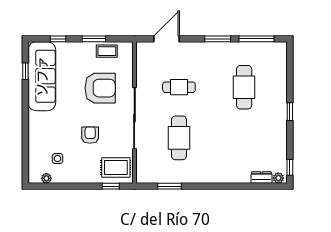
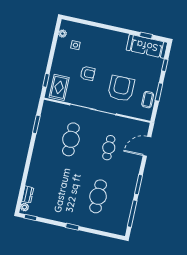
door: (166, 39) -> (147, 146), swing flipped
sofa: (42, 76) -> (147, 46), width x0.74, depth x0.79
cafe table: (244, 87) -> (98, 196), turned 90
armchair: (100, 88) -> (121, 88), turned 180
cafe table: (179, 138) -> (71, 139), turned 90

